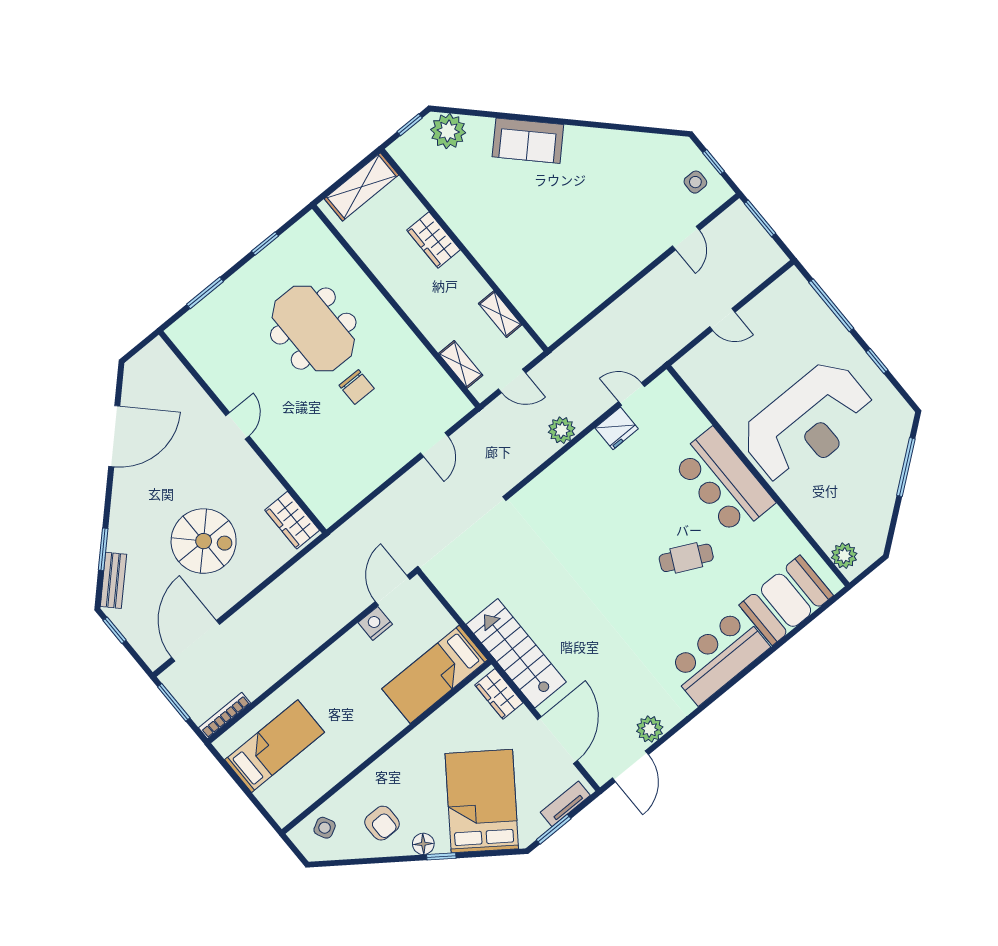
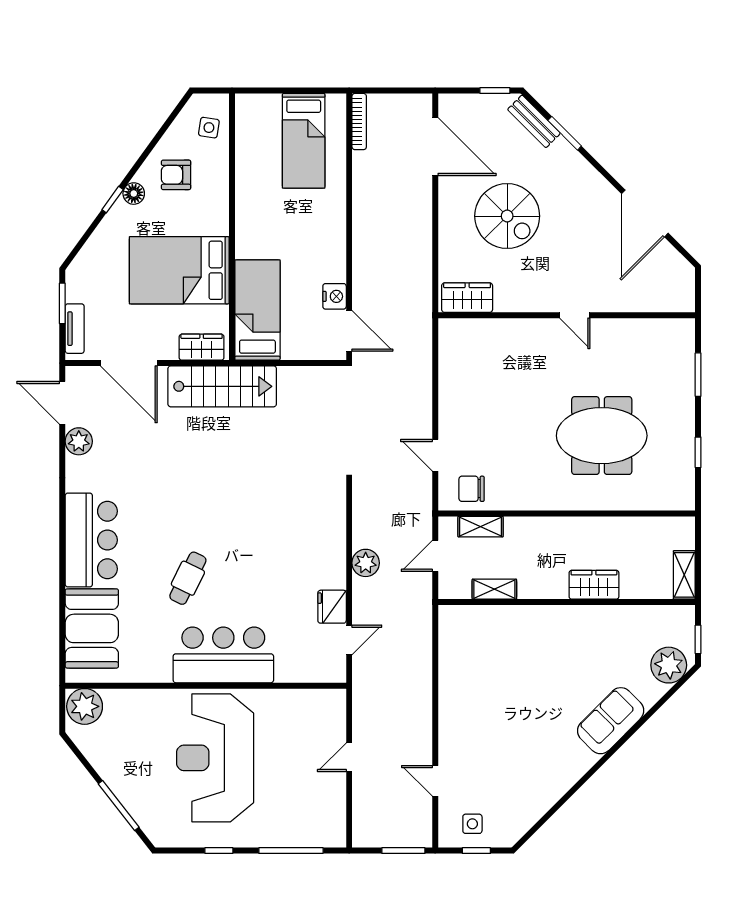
shelving: (362, 187) -> (684, 575), width x0.67, depth x0.75
chair: (357, 387) -> (472, 489), moved
spiral stairs: (204, 541) -> (507, 216), turned -90
plant: (844, 556) -> (85, 706), width x1.36, depth x1.36
window: (174, 702) -> (401, 91), removed
bed: (482, 801) -> (179, 270), moved, turned 144
side table: (325, 828) -> (209, 128), turned 37

